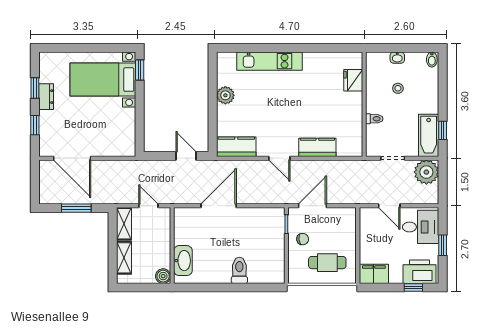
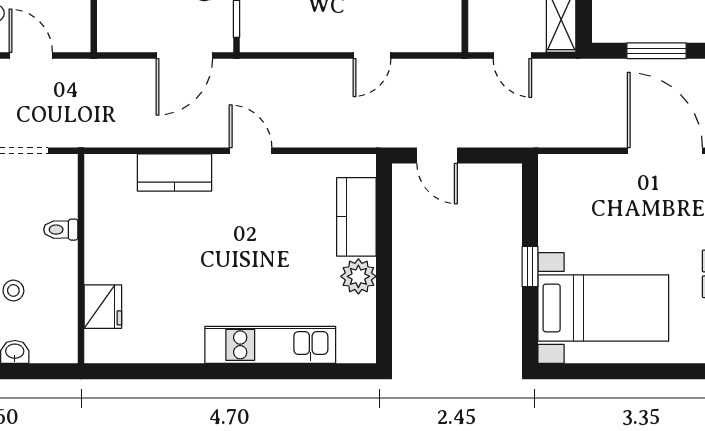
window: (140, 70) -> (530, 267), moved
kitchen counter: (236, 147) -> (356, 217), moved, turned 90
door: (219, 206) -> (372, 56), width x0.53

